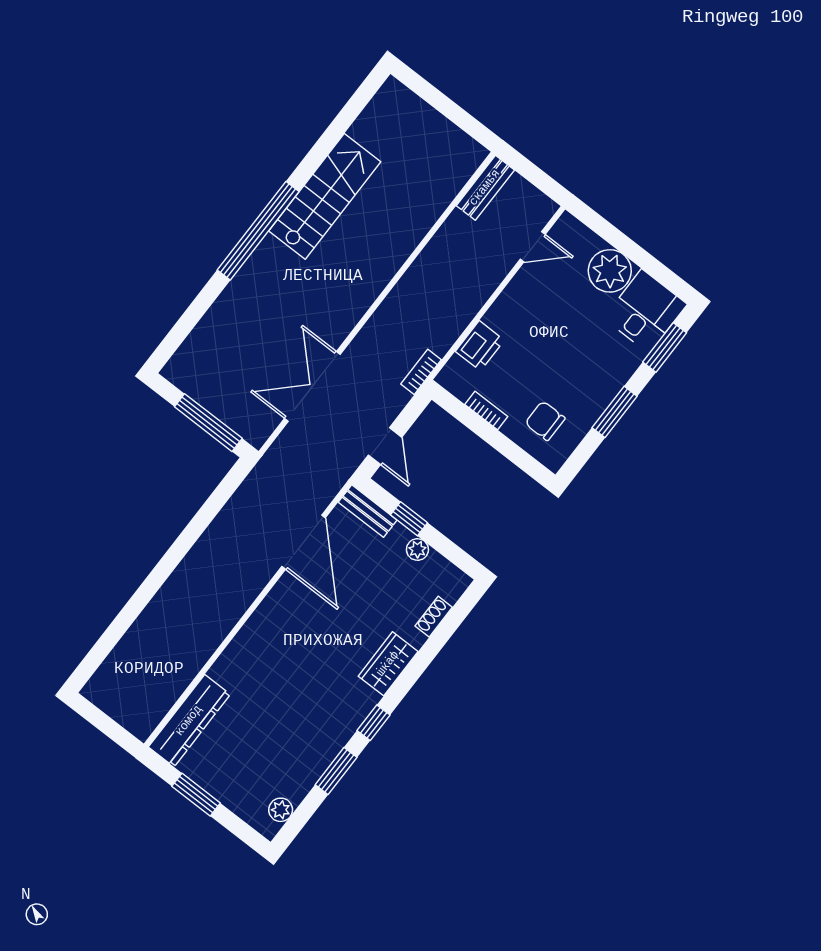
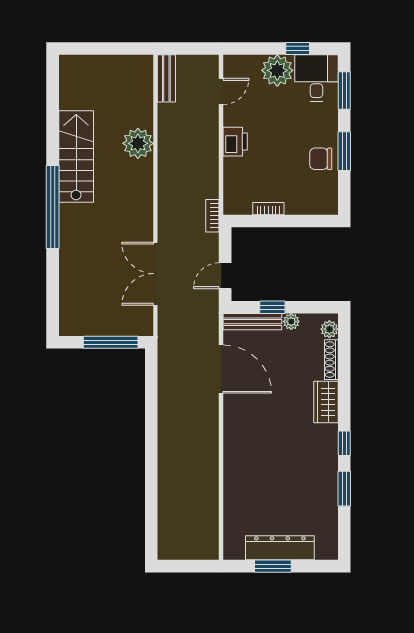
plant: (401, 233) -> (138, 143), added
window: (650, 264) -> (298, 48), added
printer: (480, 346) -> (235, 142), moved
chair: (545, 421) -> (321, 159), moved
door: (385, 446) -> (225, 276), swing flipped
bench: (368, 511) -> (252, 322), width x1.36
shoe rack: (434, 617) -> (331, 360), width x1.43
dresser: (189, 721) -> (280, 548), moved, turned -90
plant: (281, 810) -> (329, 329), moved

